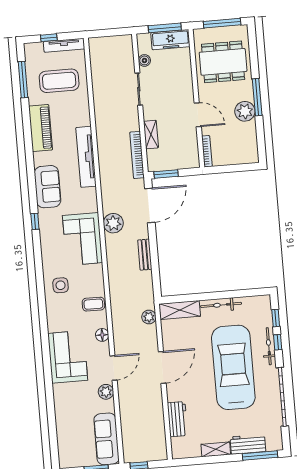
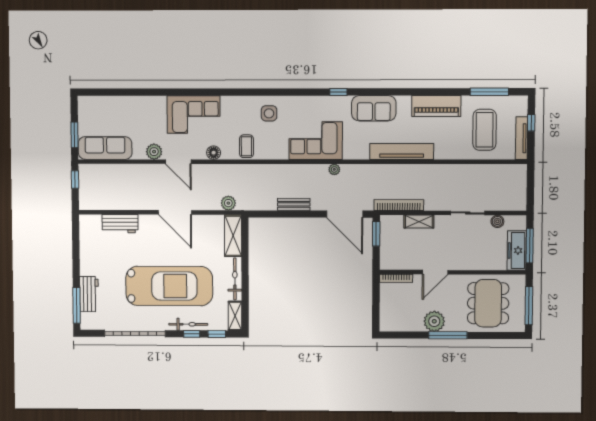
plant: (113, 223) -> (334, 169), width x0.53, depth x0.53
shelving: (216, 449) -> (235, 316), moved

